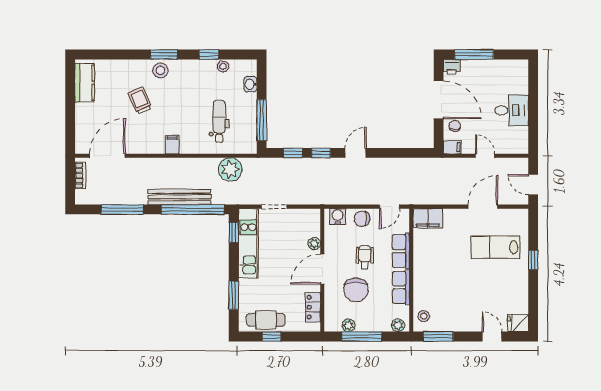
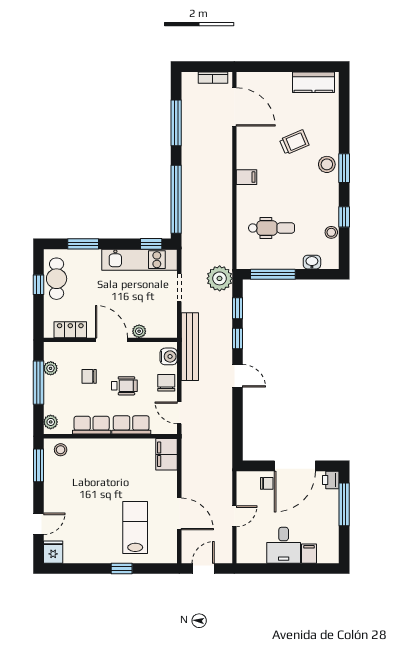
filing cabinet: (452, 147) -> (309, 554), moved, turned 180
plant: (230, 169) -> (220, 278), moved
bench: (180, 197) -> (190, 347), moved
chair: (356, 290) -> (89, 376), width x0.54, depth x0.54

